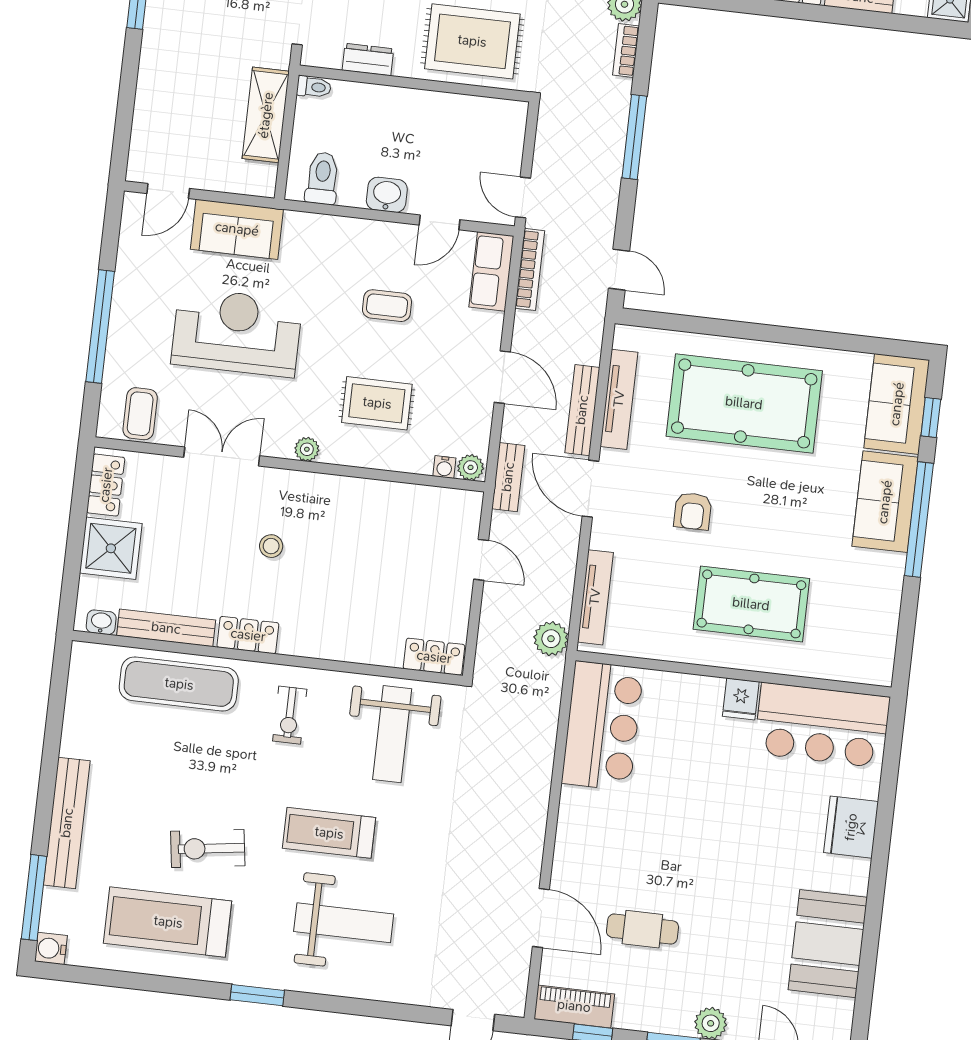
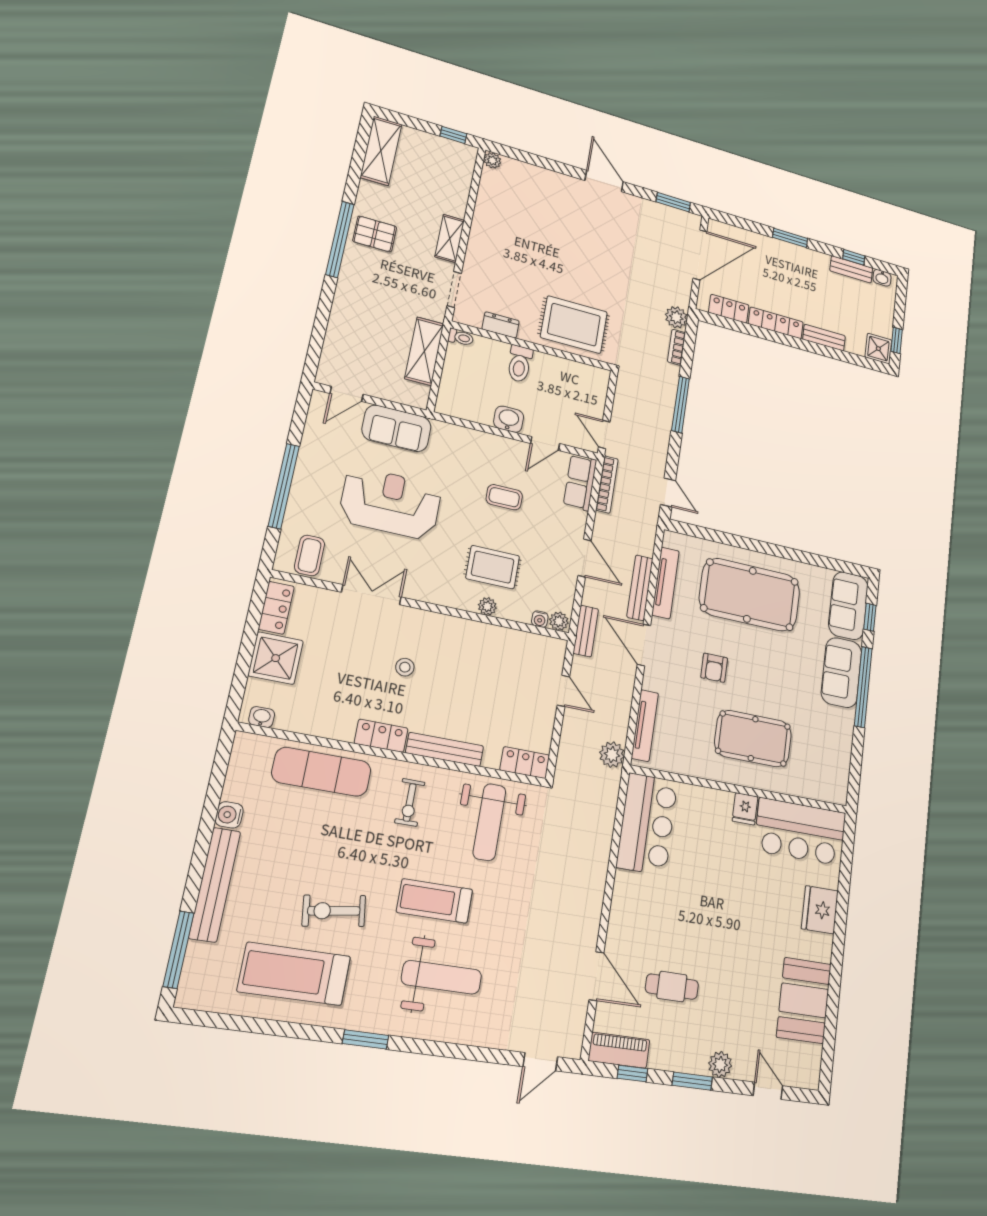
toilet: (322, 178) -> (520, 364), moved, turned 180
plant: (307, 449) -> (487, 606), moved
bench: (166, 628) -> (445, 749), moved
water cooler: (51, 948) -> (229, 815), moved

